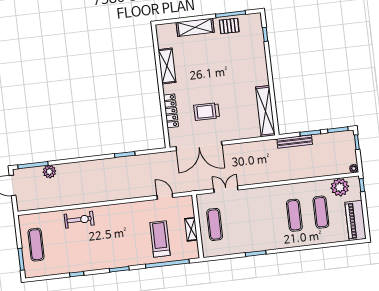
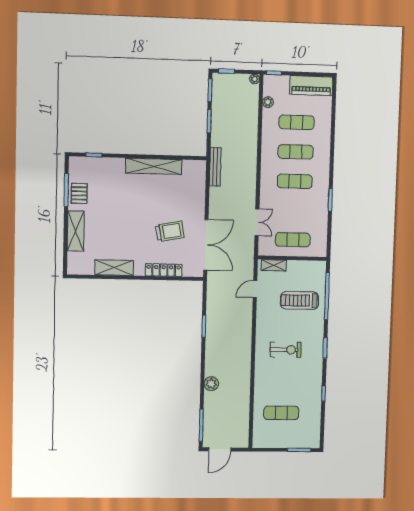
shelving: (265, 111) -> (154, 166), moved
trolley: (207, 112) -> (170, 231), turned -101
bench: (295, 141) -> (215, 167), moved
plant: (49, 172) -> (211, 384), moved
plant: (340, 187) -> (268, 102), width x0.53, depth x0.53
double door: (226, 189) -> (257, 222), swing flipped
exercise mat: (268, 218) -> (295, 181), added
exercise bike: (79, 220) -> (286, 350), moved, turned 90
shelving: (191, 229) -> (274, 265), moved
exercise mat: (36, 245) -> (281, 413), moved

